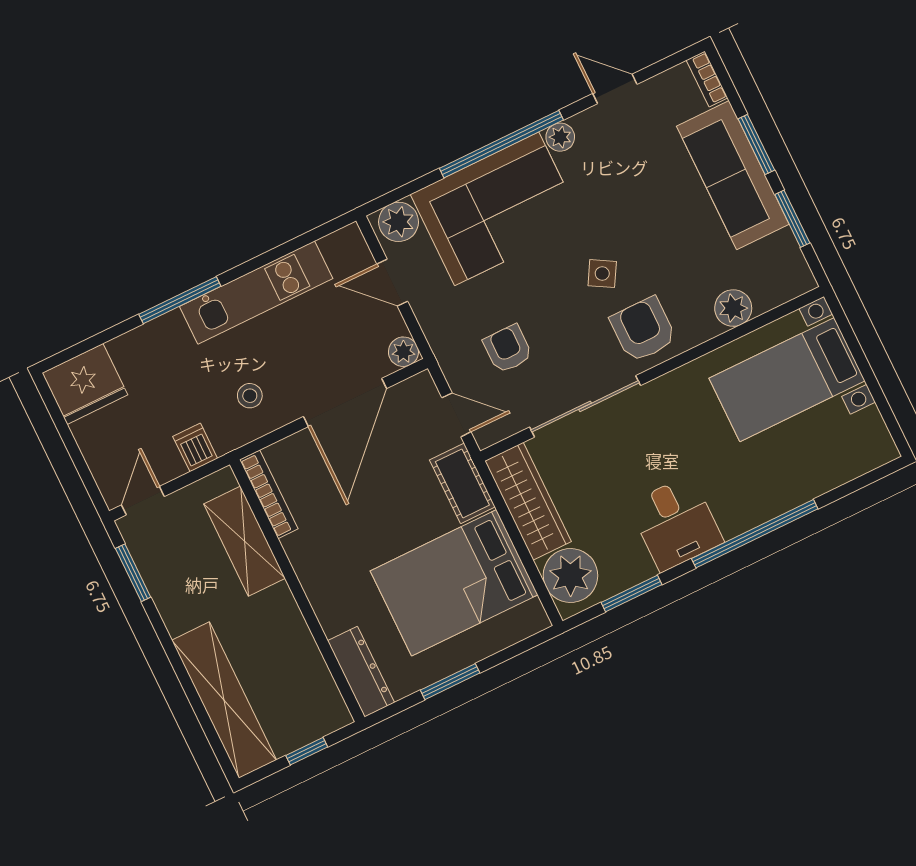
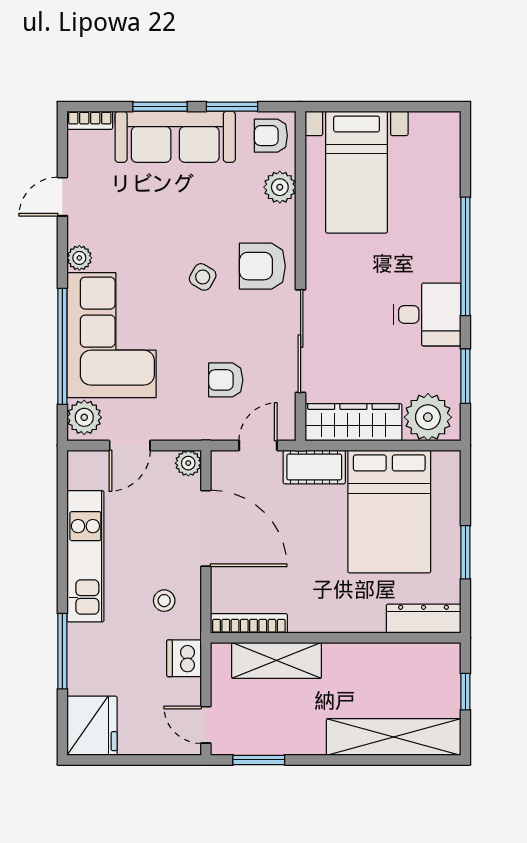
window: (501, 144) -> (62, 346), moved
armchair: (782, 273) -> (271, 136), added
window: (180, 300) -> (62, 651), moved
dishwasher: (195, 447) -> (184, 658), width x1.38

